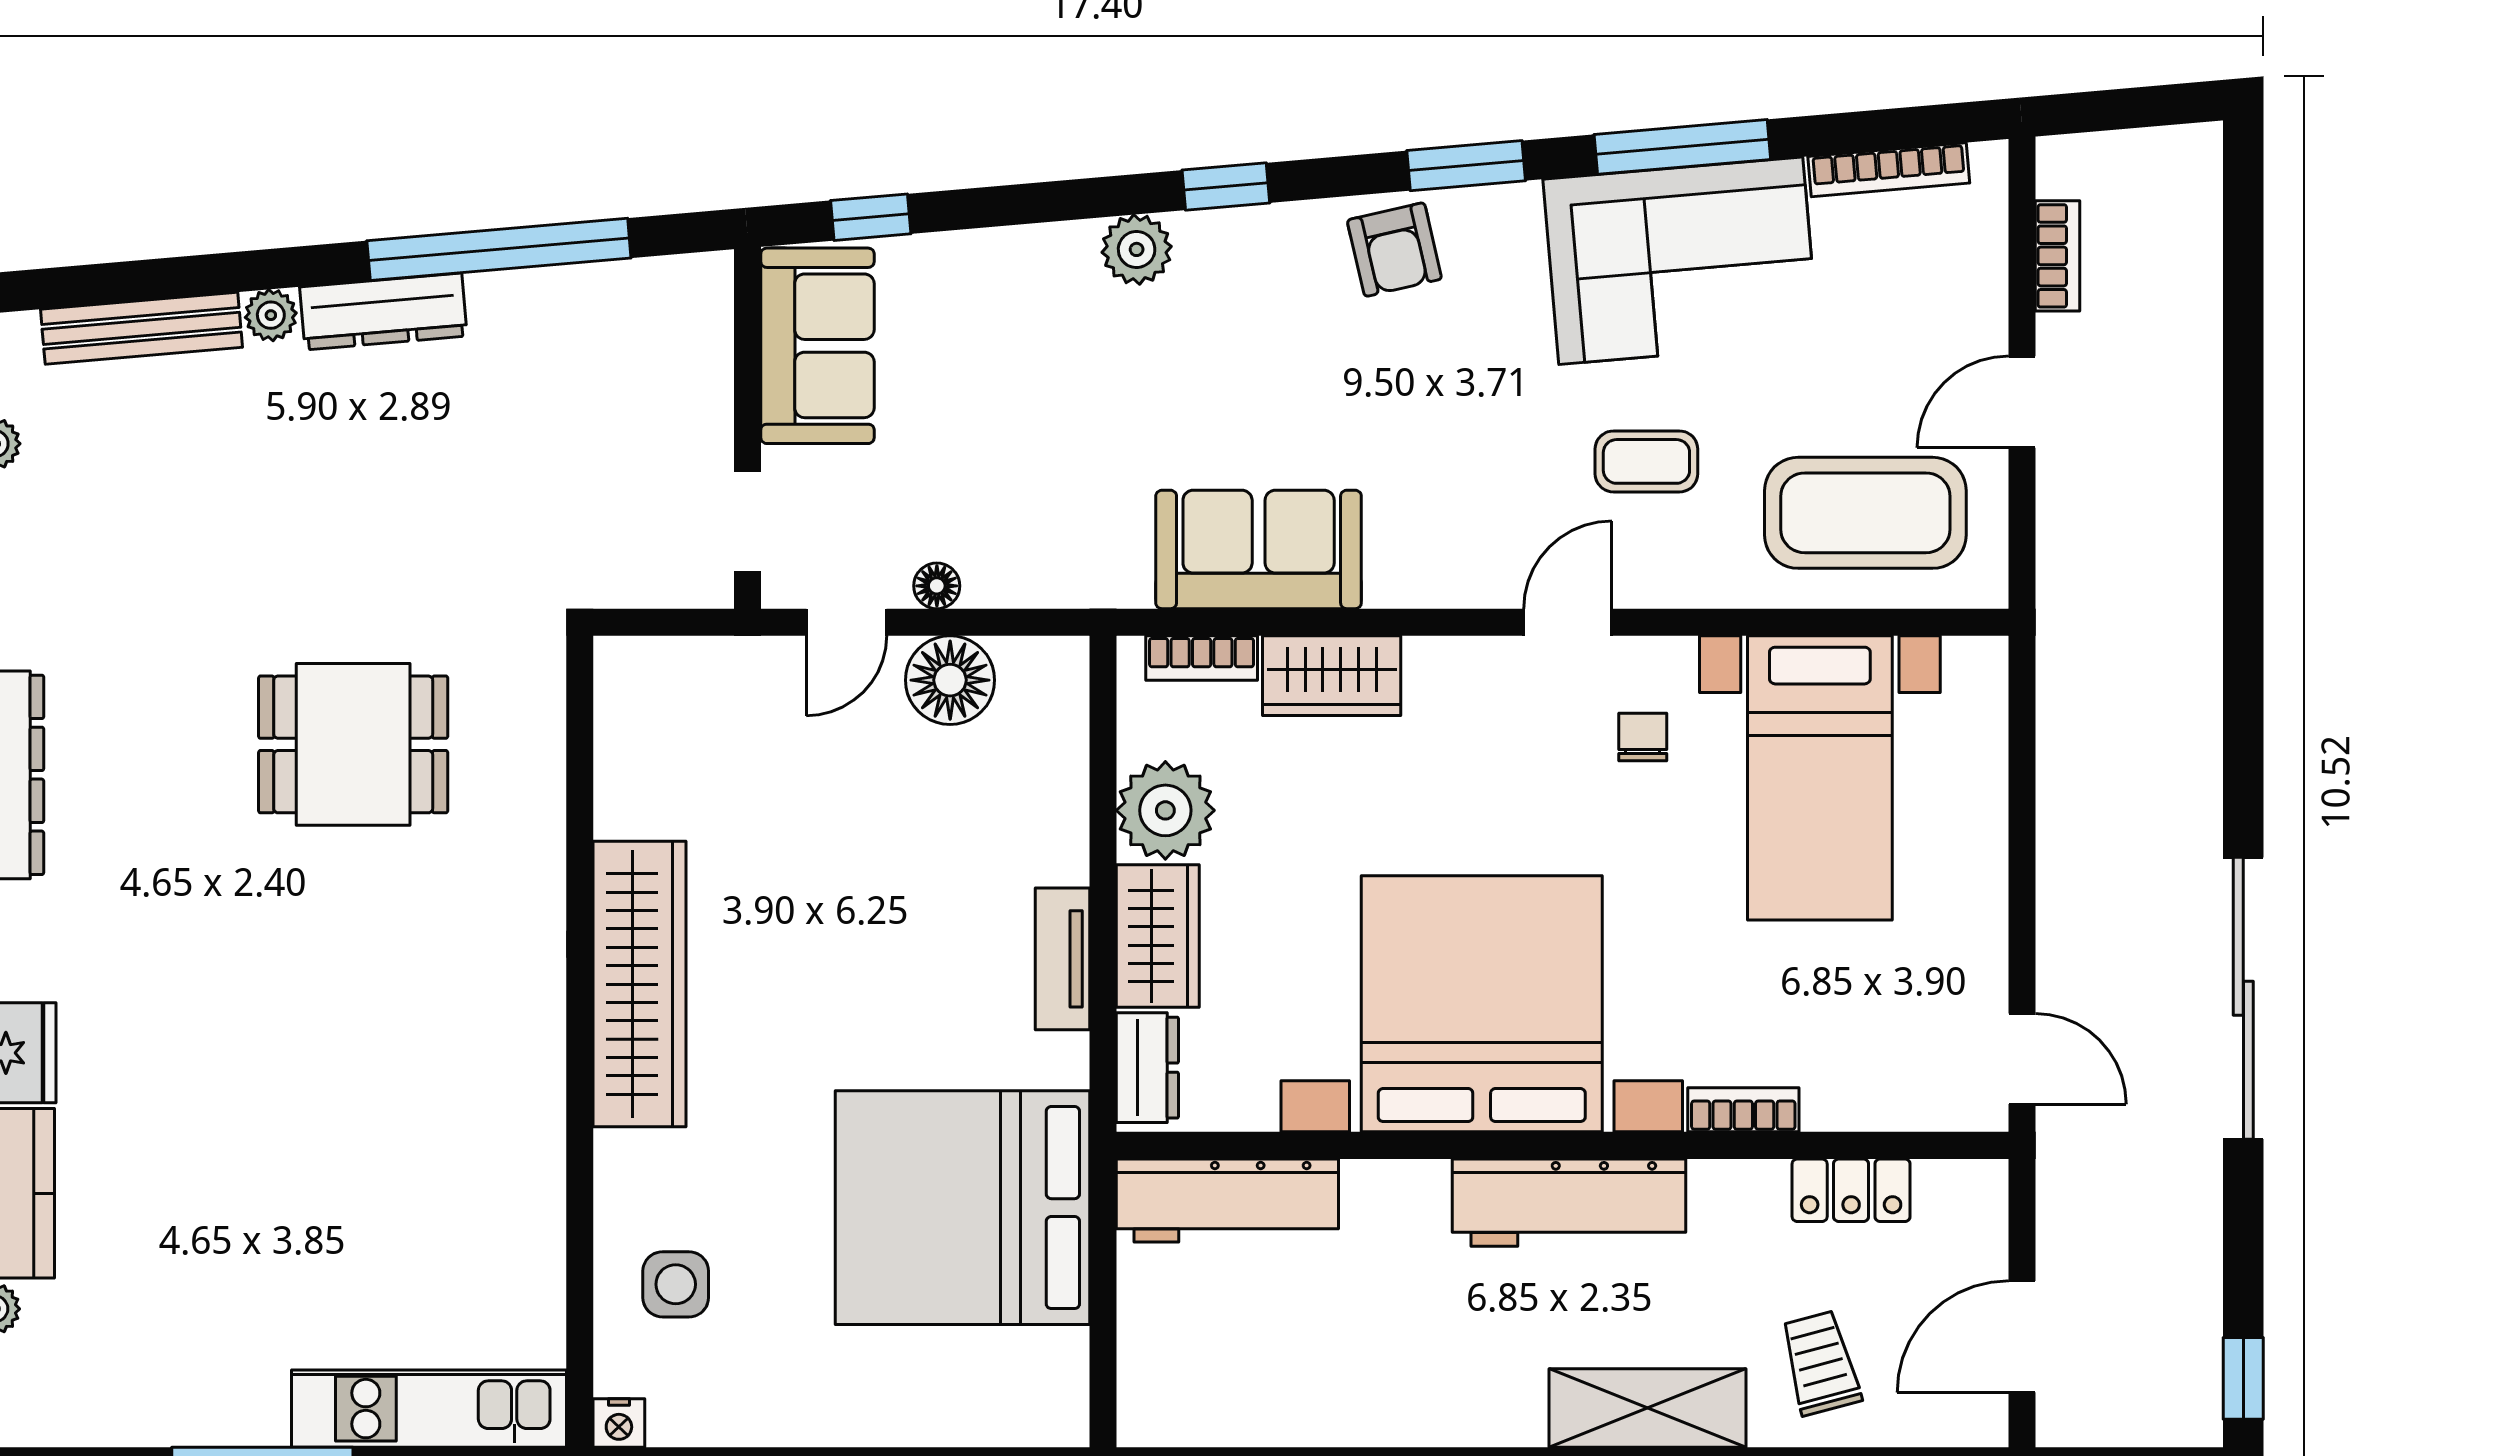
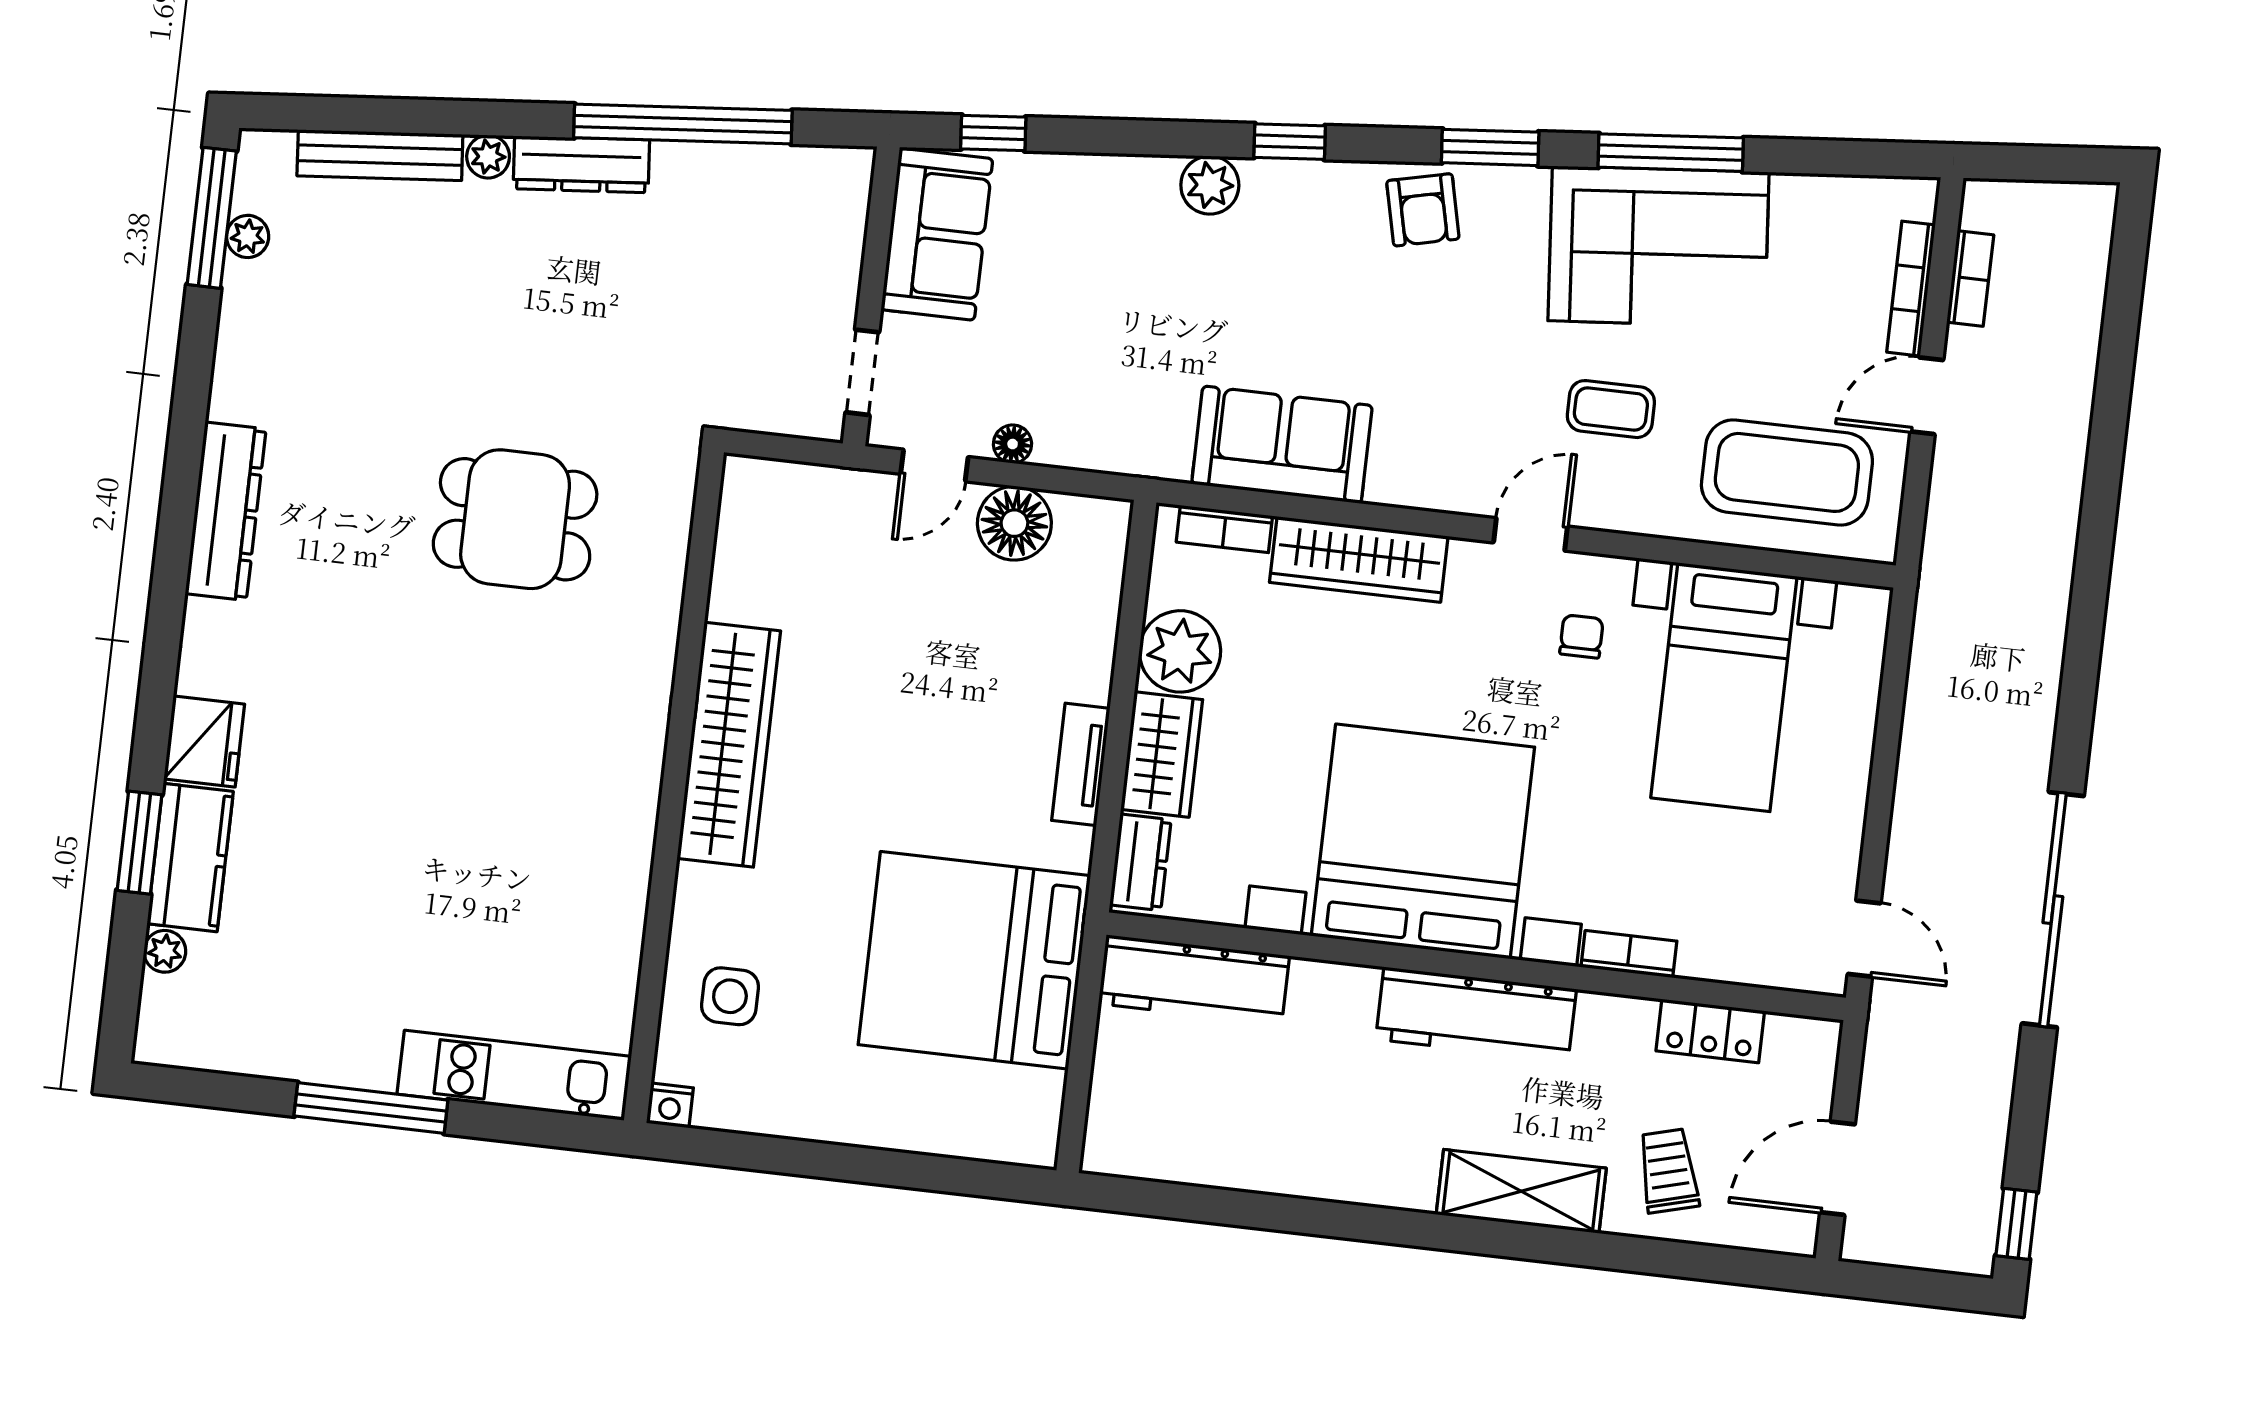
bookcase: (1889, 170) -> (1911, 289), moved, turned 95
wardrobe: (1332, 676) -> (1359, 559), width x1.50

